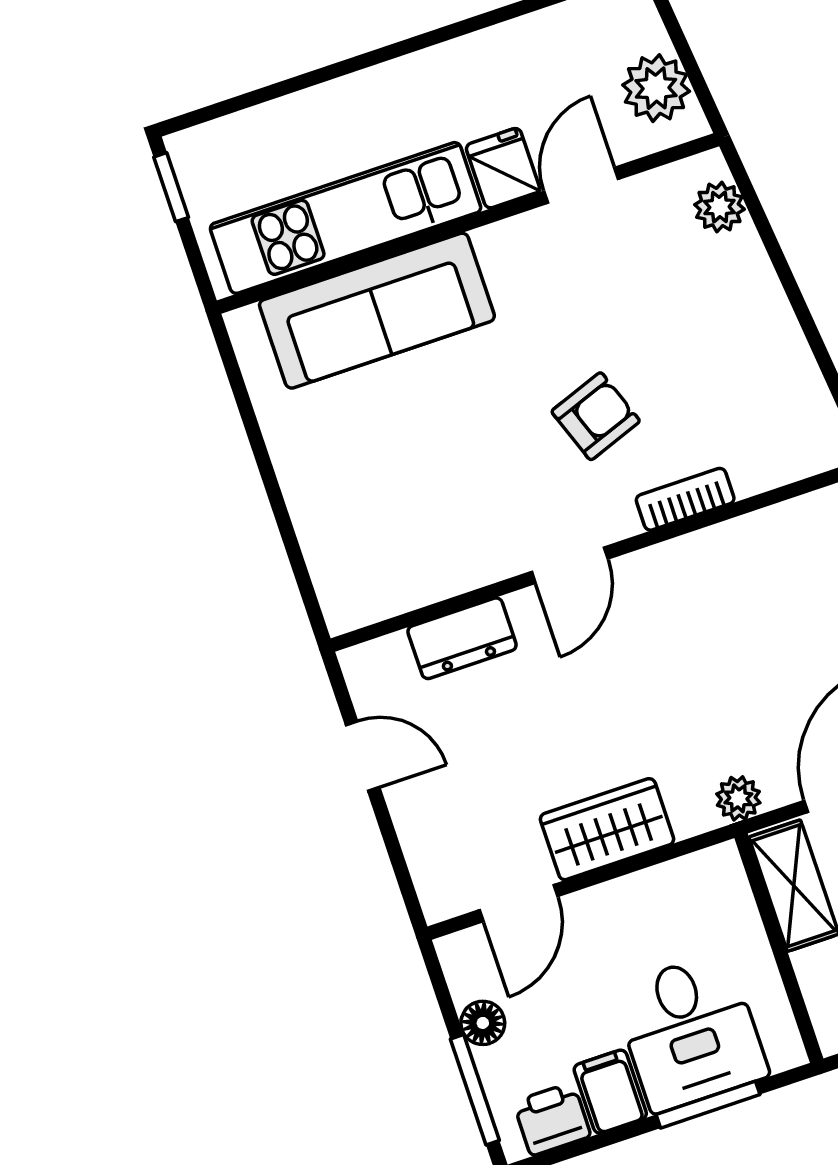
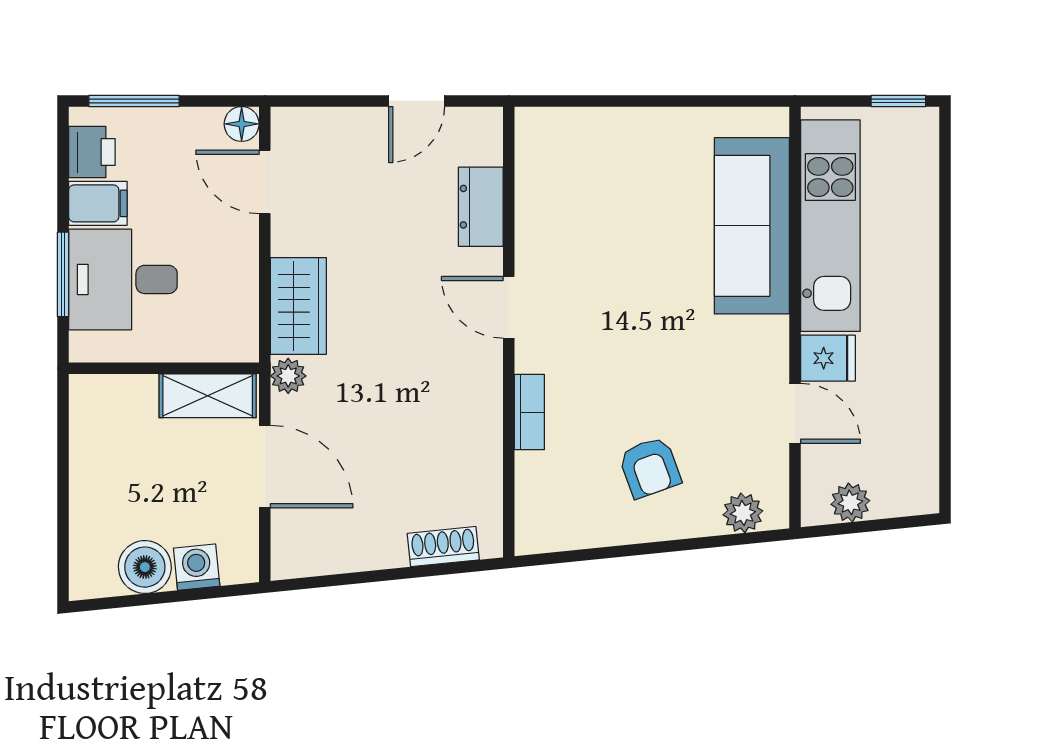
plant: (656, 88) -> (850, 502), width x0.73, depth x0.73
armchair: (596, 416) -> (650, 467), moved
wardrobe: (607, 829) -> (298, 306), moved
floor lamp: (483, 1023) -> (242, 124), moved

